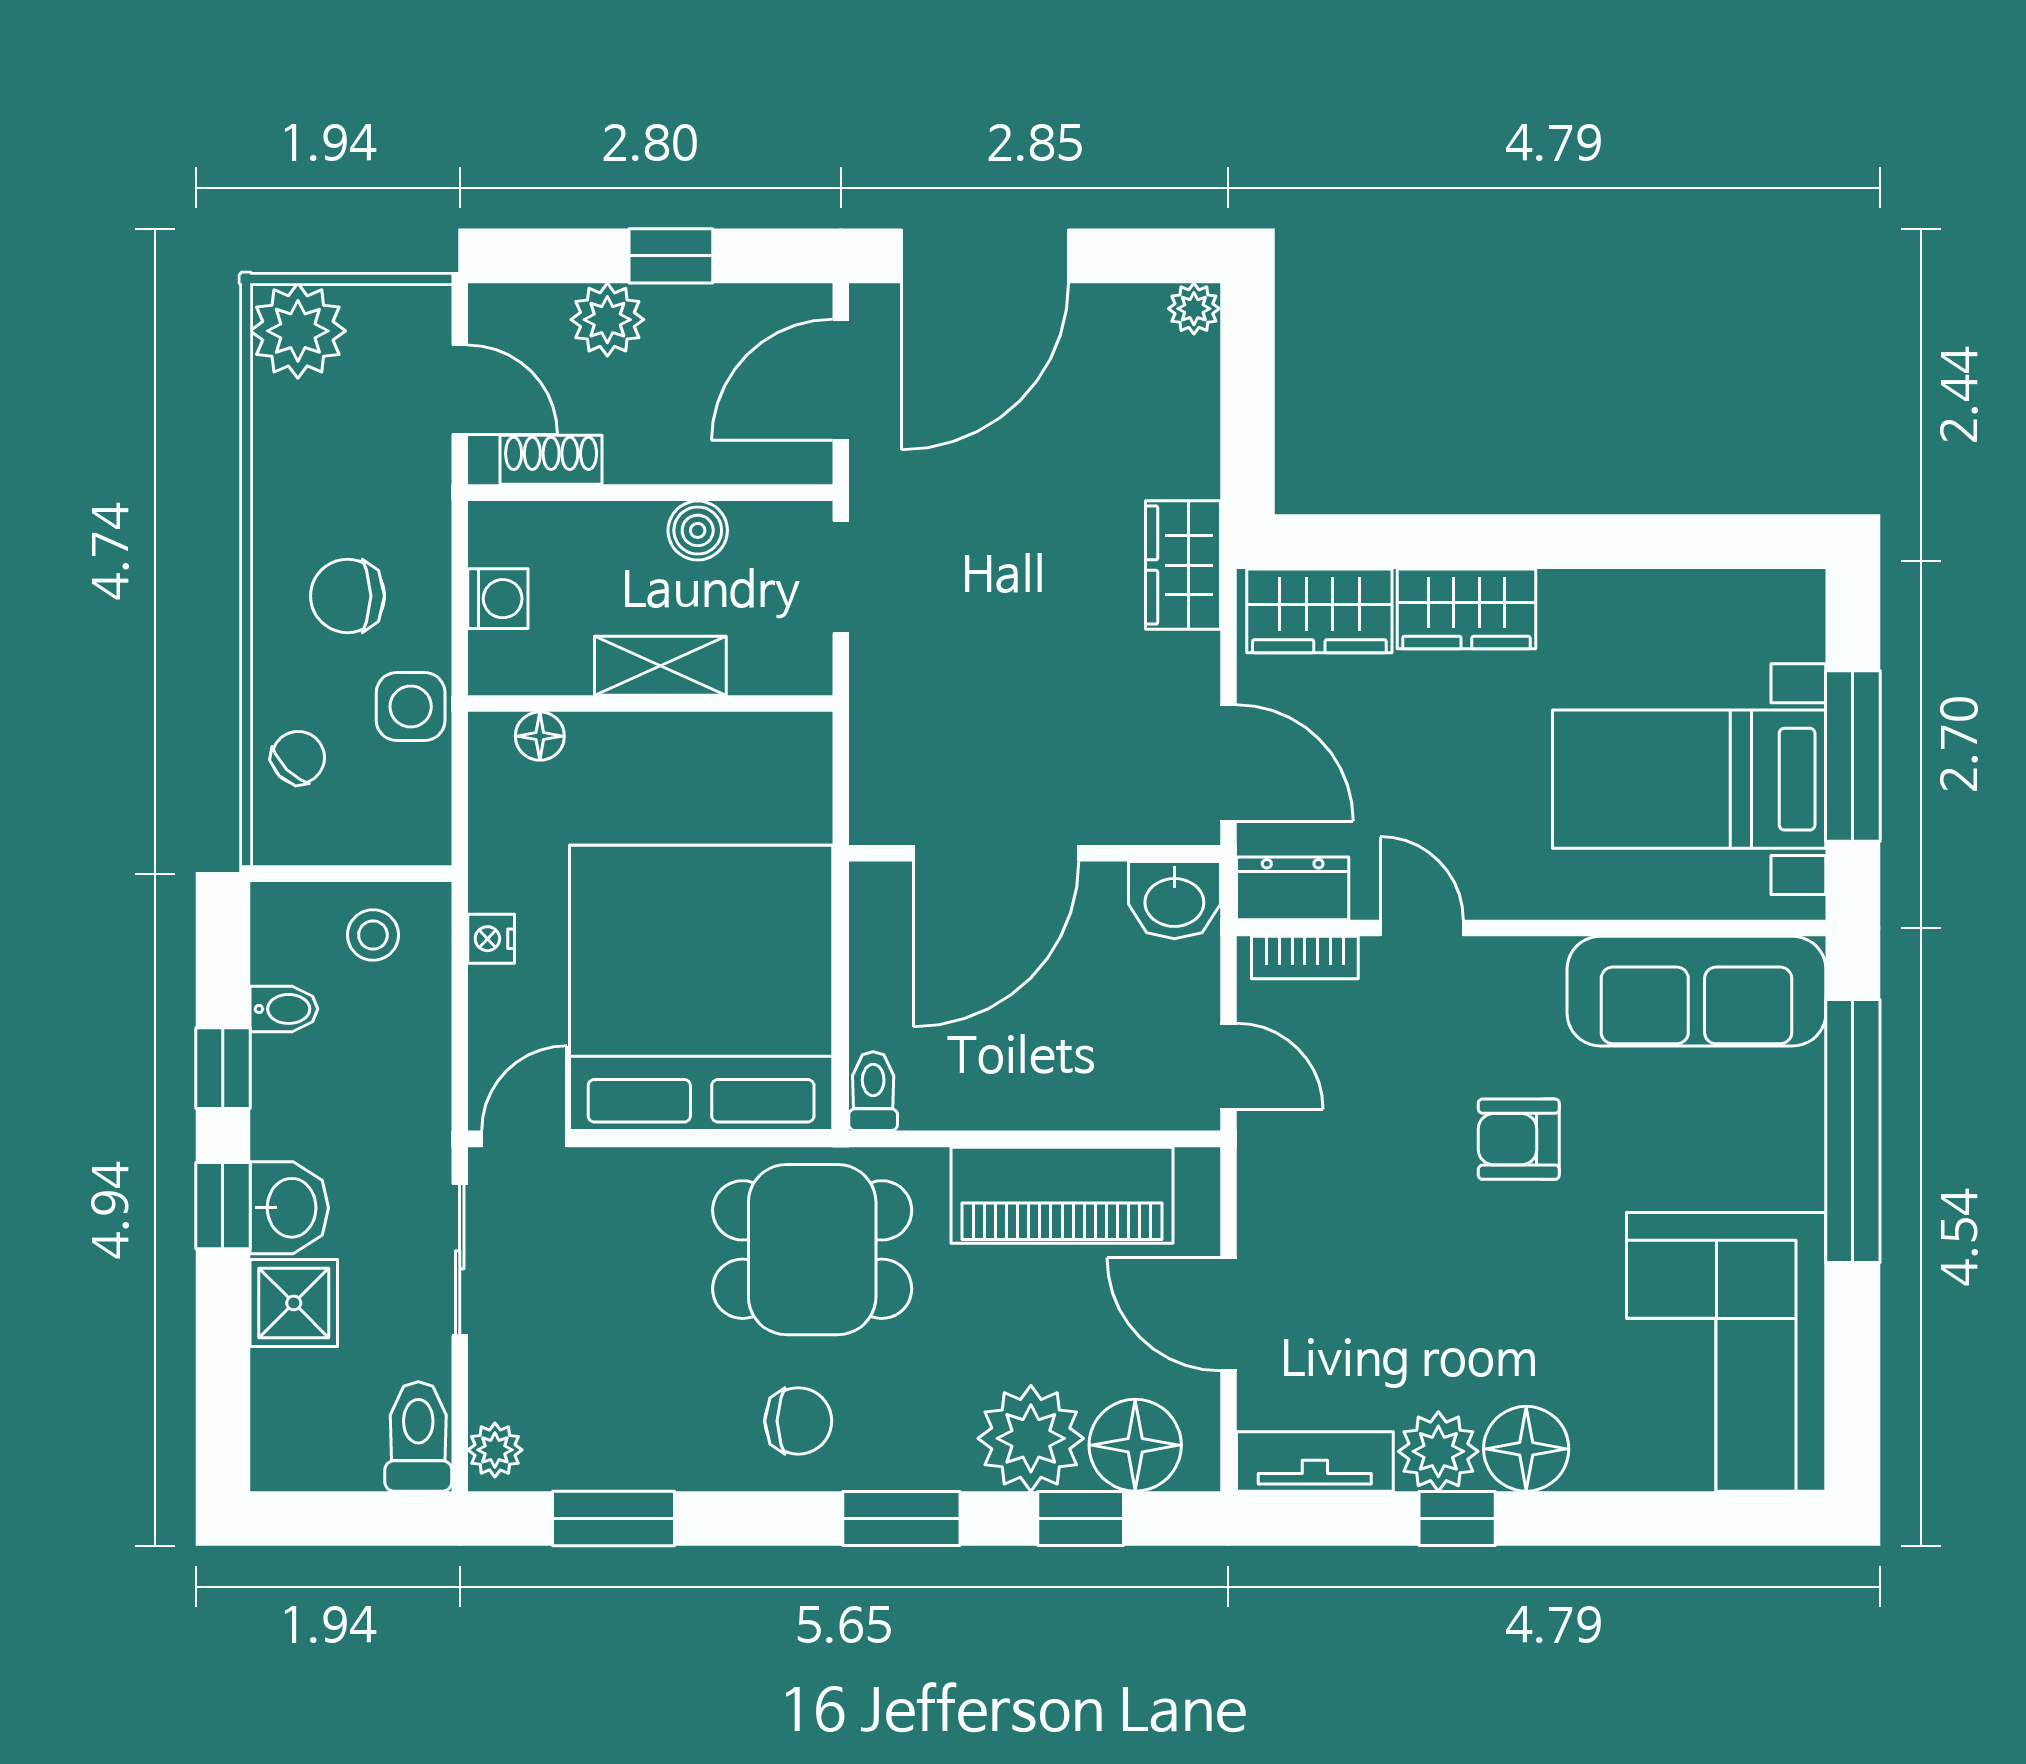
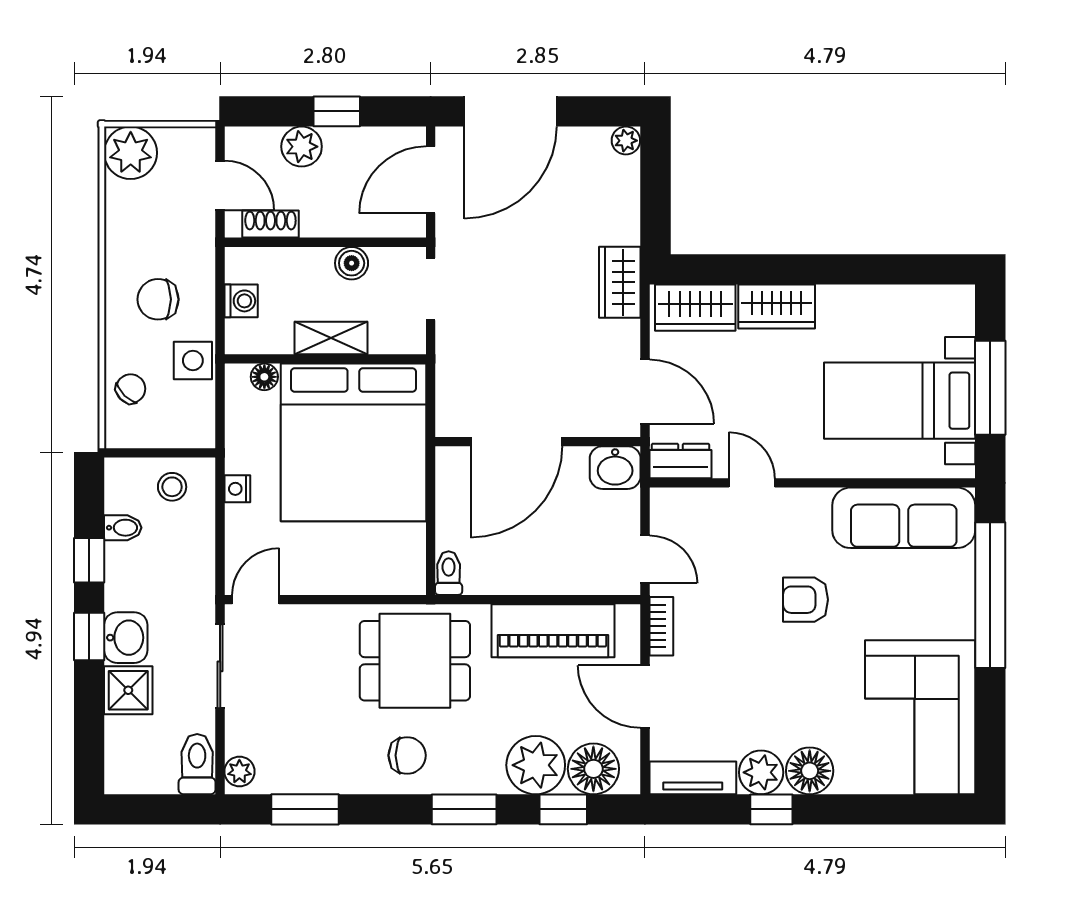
bookcase: (1305, 958) -> (661, 626), moved, turned -90
bed: (701, 988) -> (353, 442), moved, turned 180

